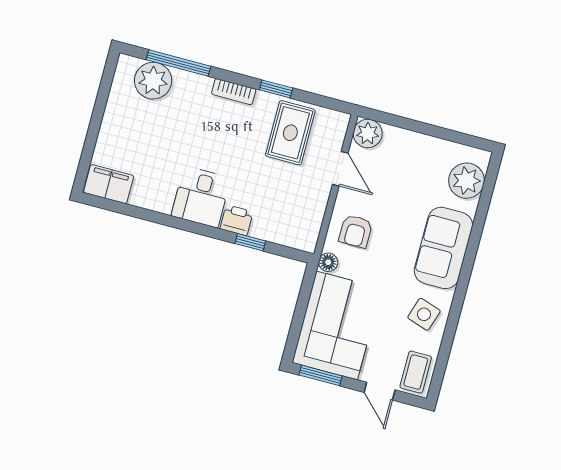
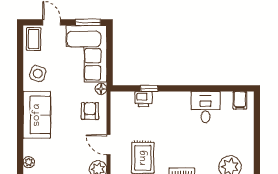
plant: (466, 181) -> (29, 162), width x0.53, depth x0.53
filing cabinet: (109, 184) -> (240, 100), width x0.50
desk: (201, 197) -> (205, 107), moved
printer: (237, 220) -> (143, 99), moved

